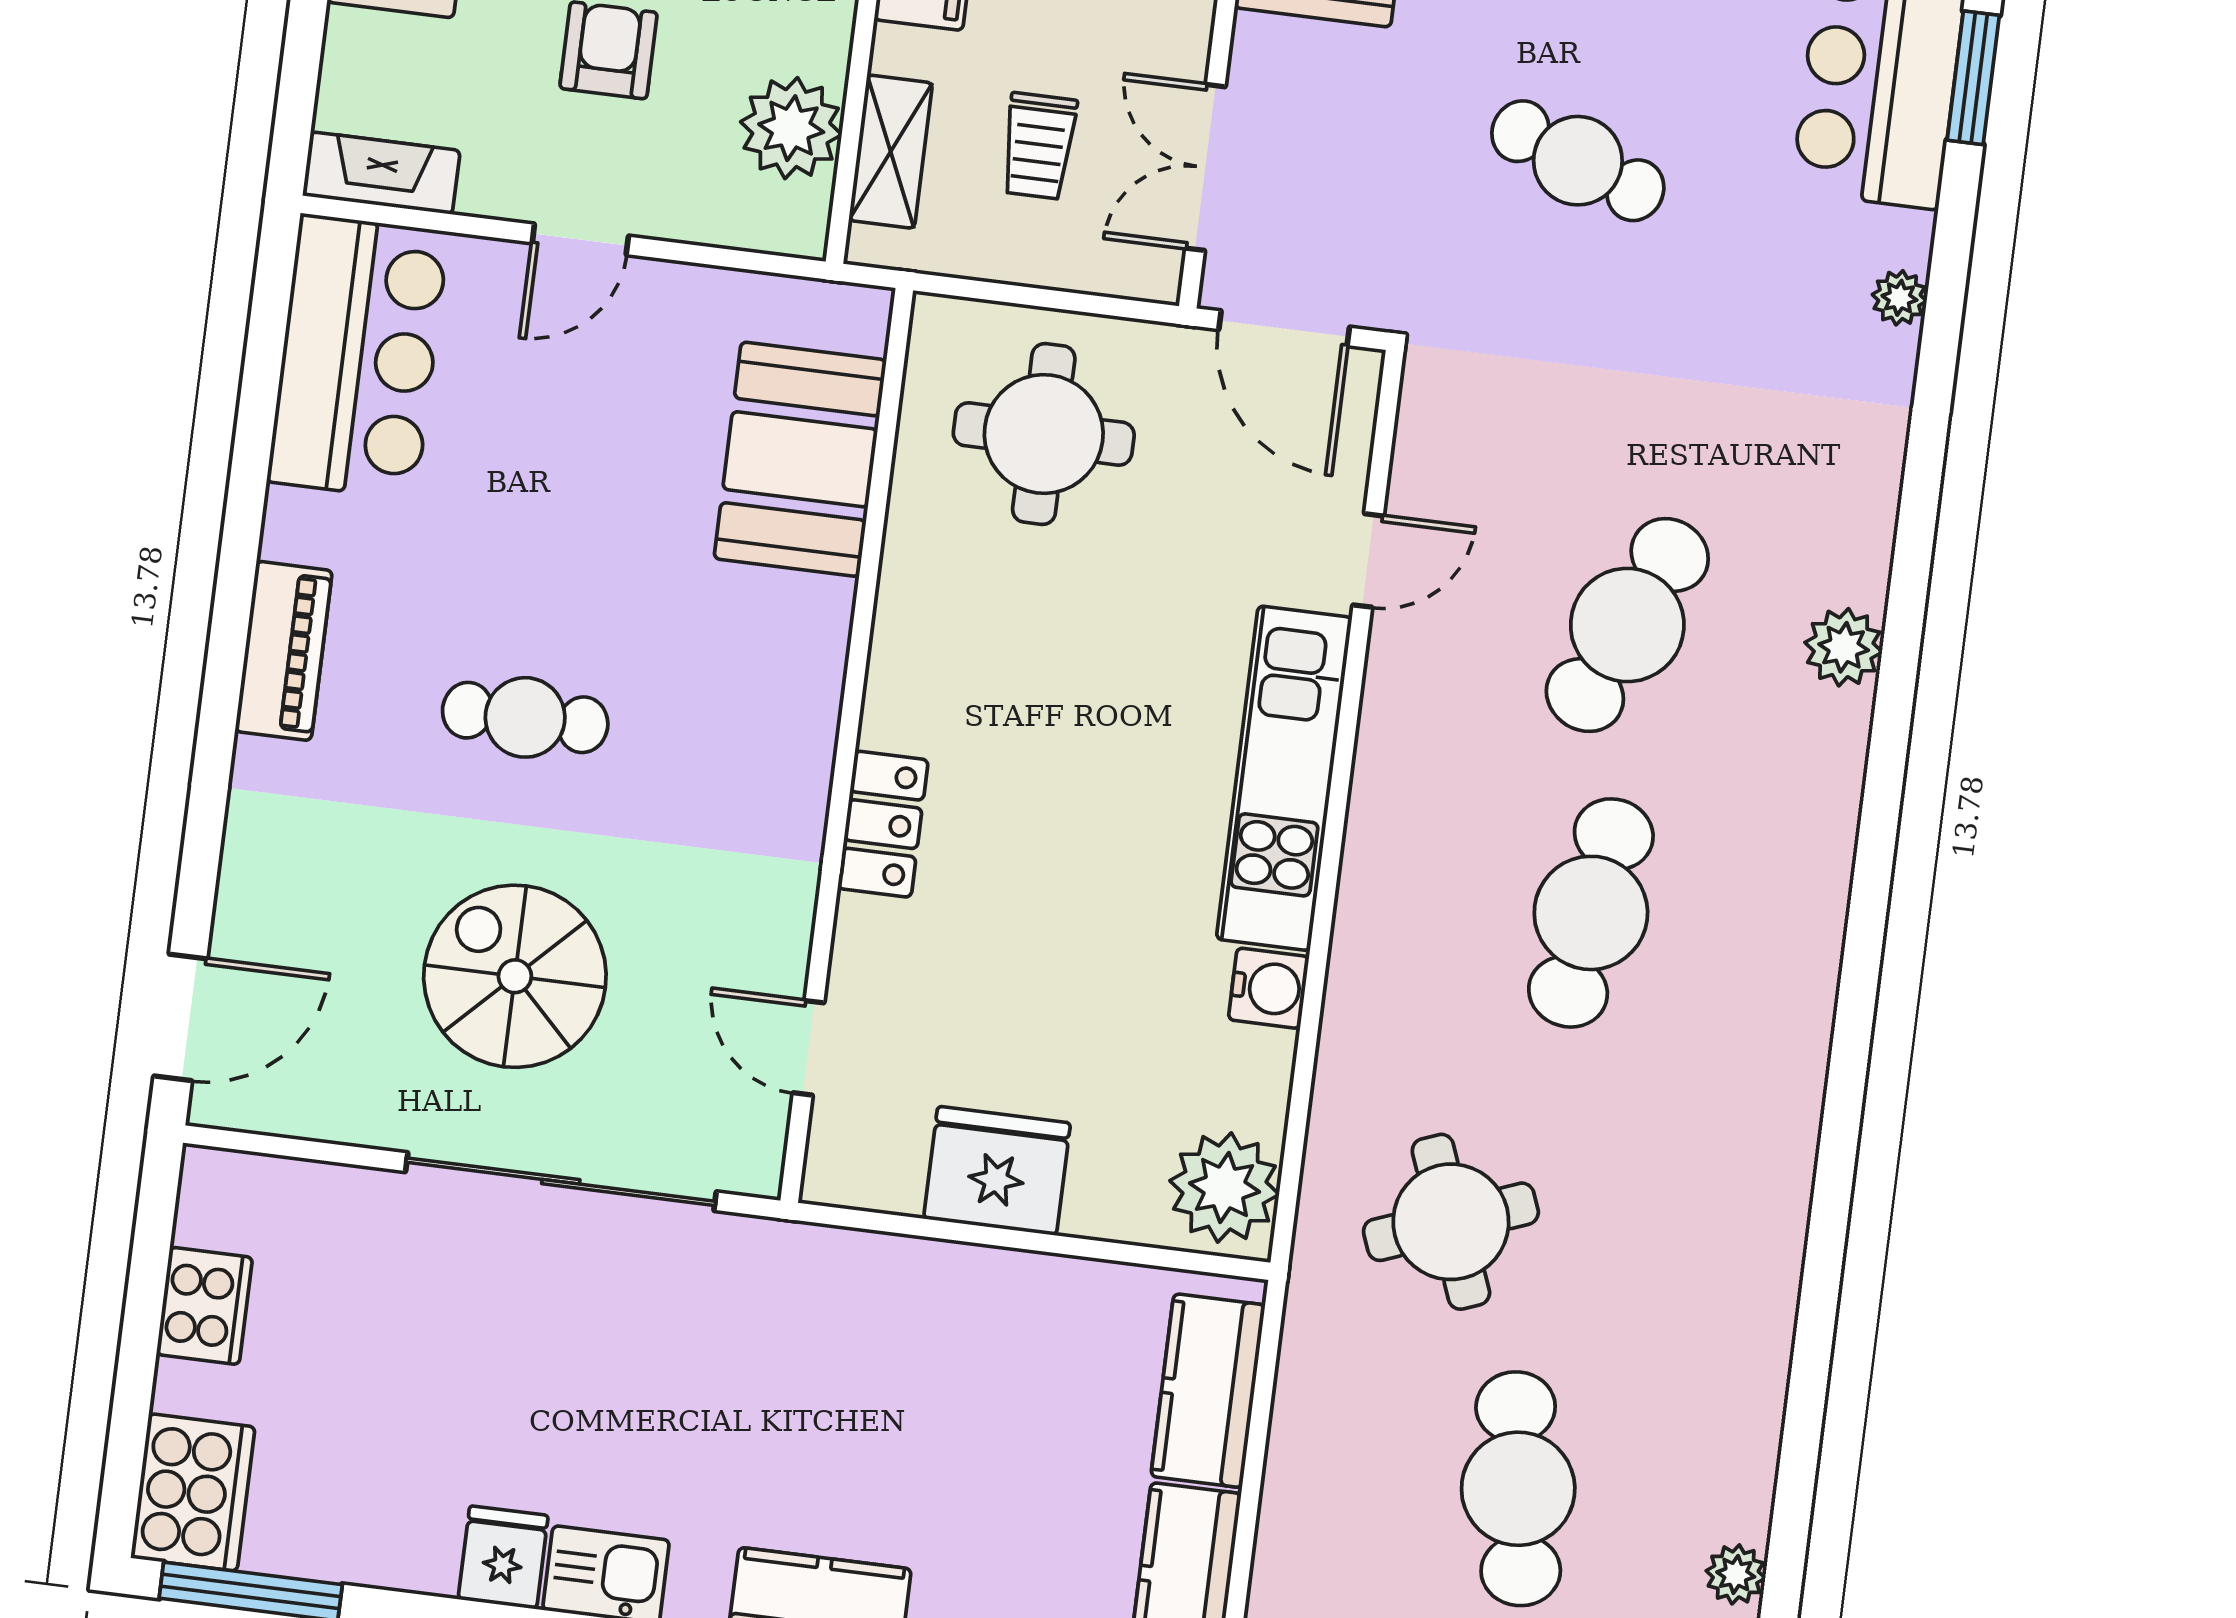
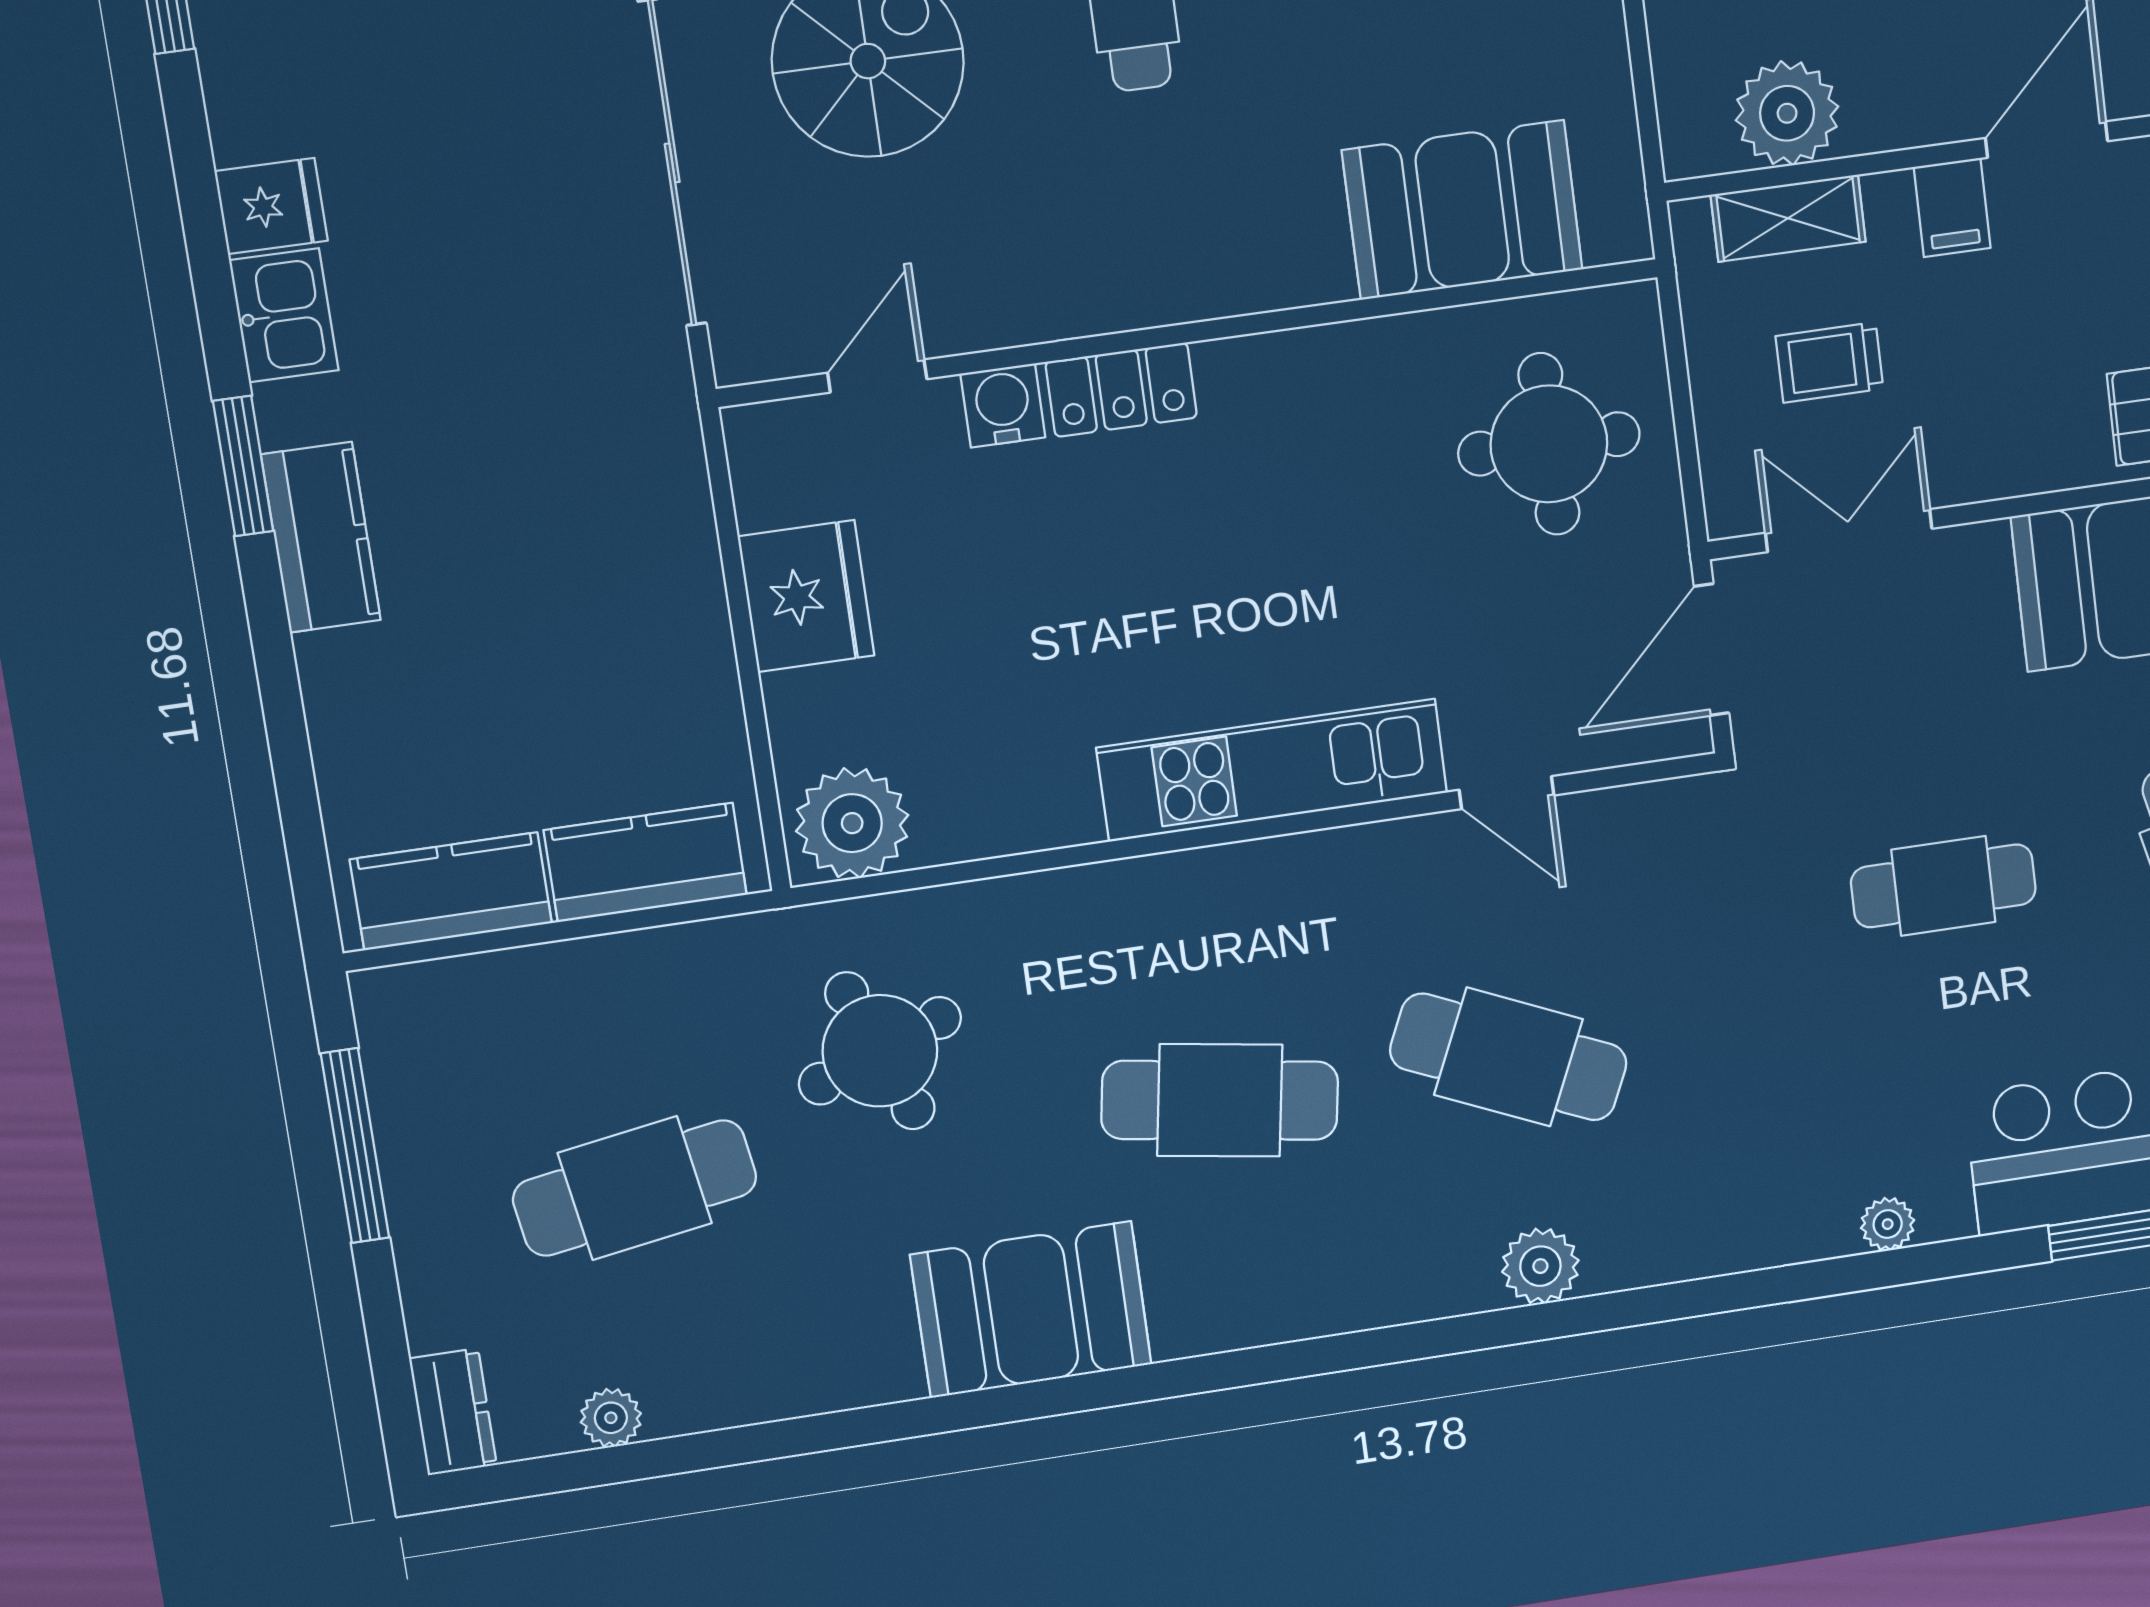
cafe table: (1578, 161) -> (1943, 886), turned 70
water cooler: (1269, 988) -> (1003, 405), moved, turned 180
booth: (1745, 1148) -> (1031, 1310), added

